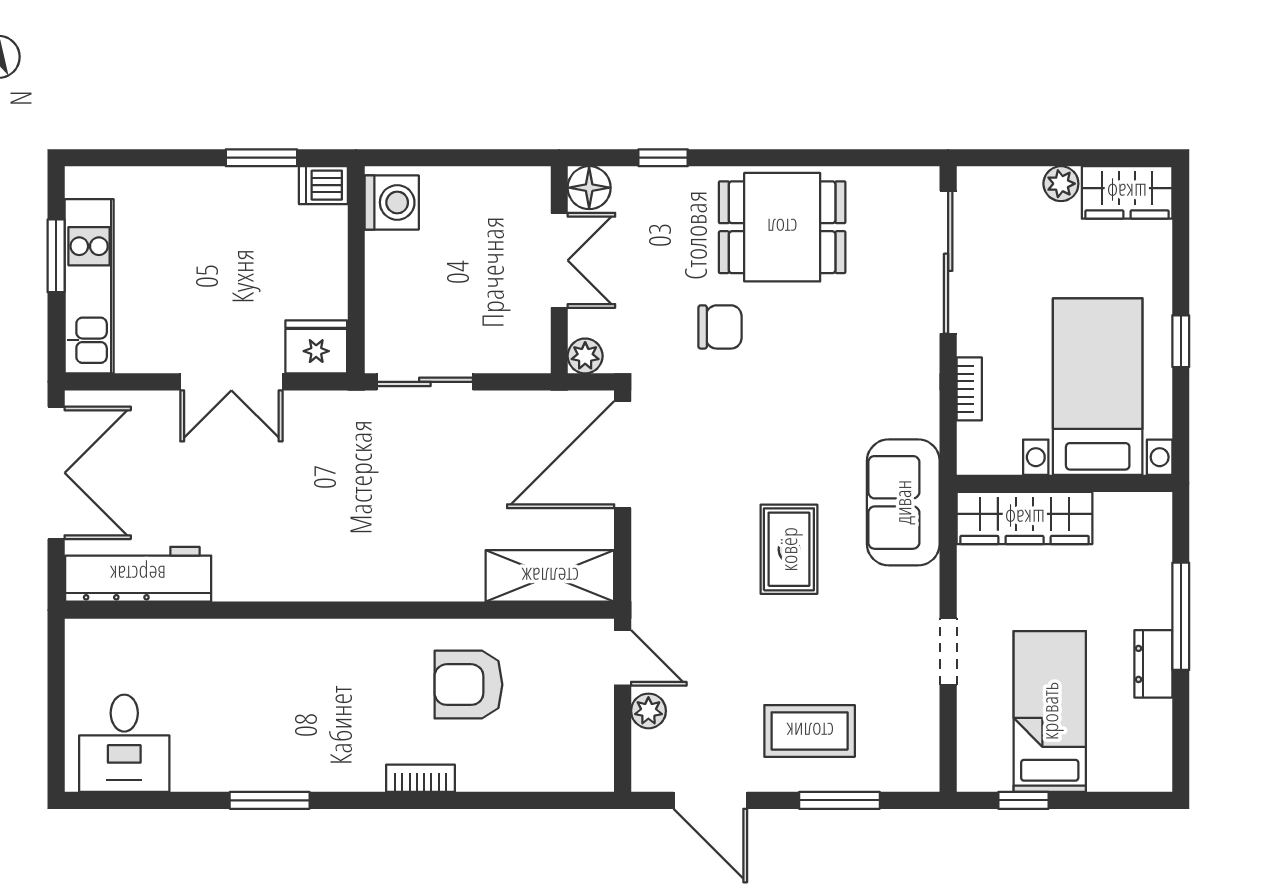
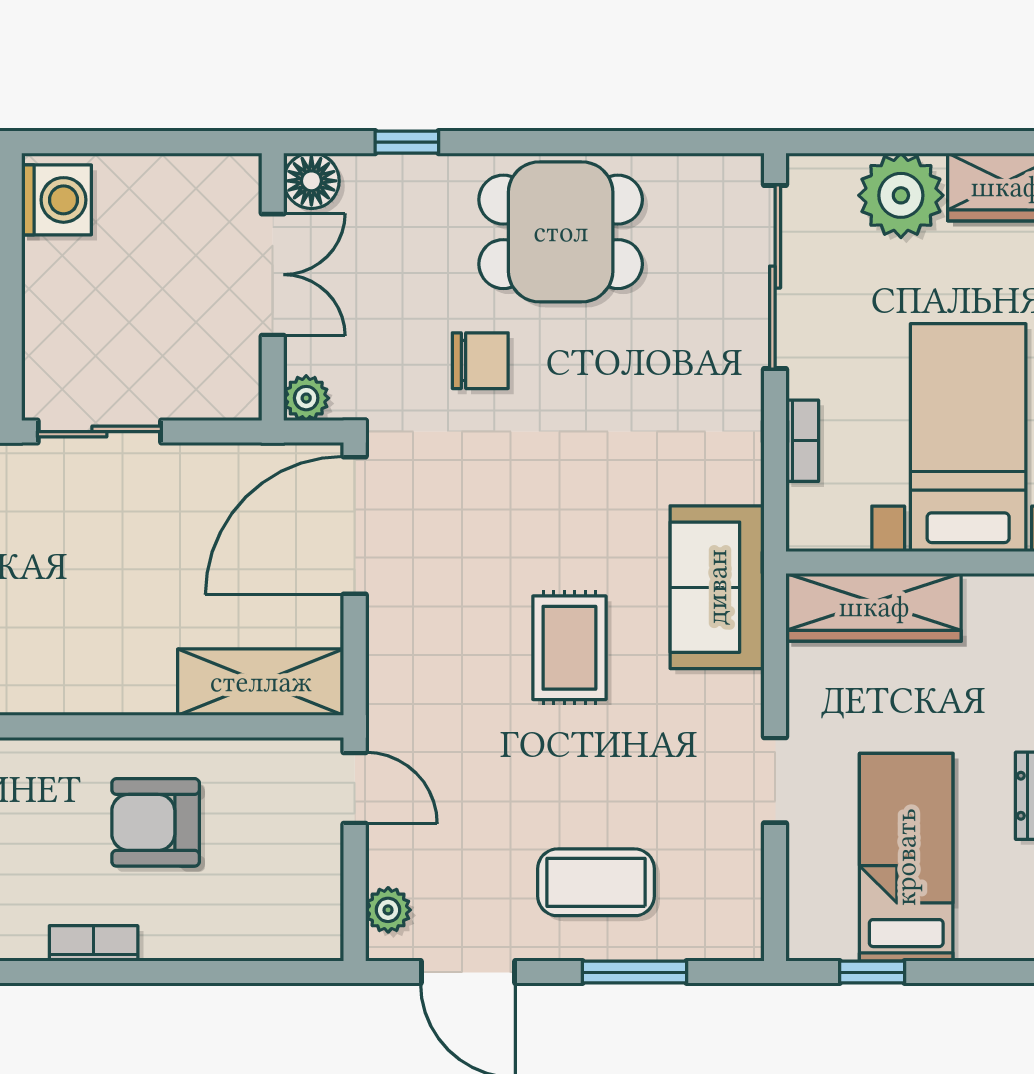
plant: (1061, 184) -> (901, 195), width x1.87, depth x1.87
plant: (648, 711) -> (388, 910), moved

